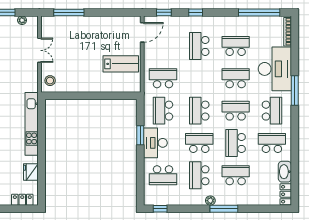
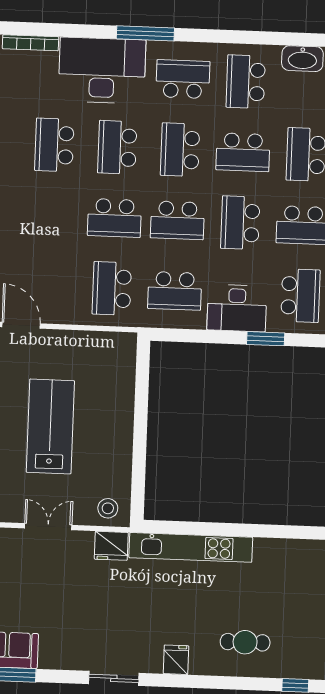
school desk: (199, 46) -> (115, 218), moved
lab bench: (121, 64) -> (50, 426), moved, width x1.36, depth x1.39
window: (140, 135) -> (266, 339), moved
fridge: (31, 172) -> (111, 546), moved

